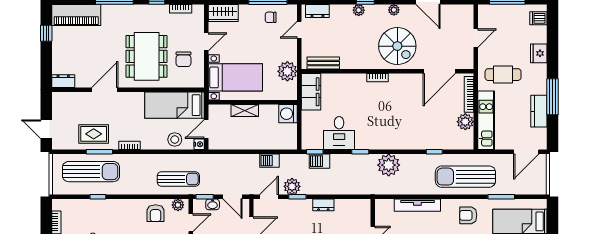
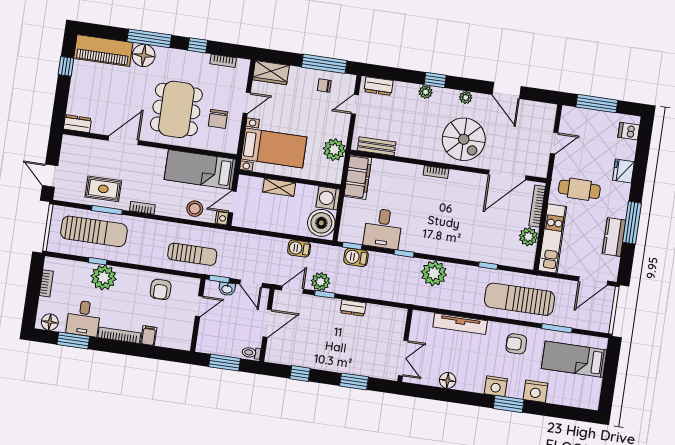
floor lamp: (112, 14) -> (144, 55), added
boiler: (285, 136) -> (321, 223), added
plant: (178, 205) -> (104, 278), moved, width x1.87, depth x1.87

